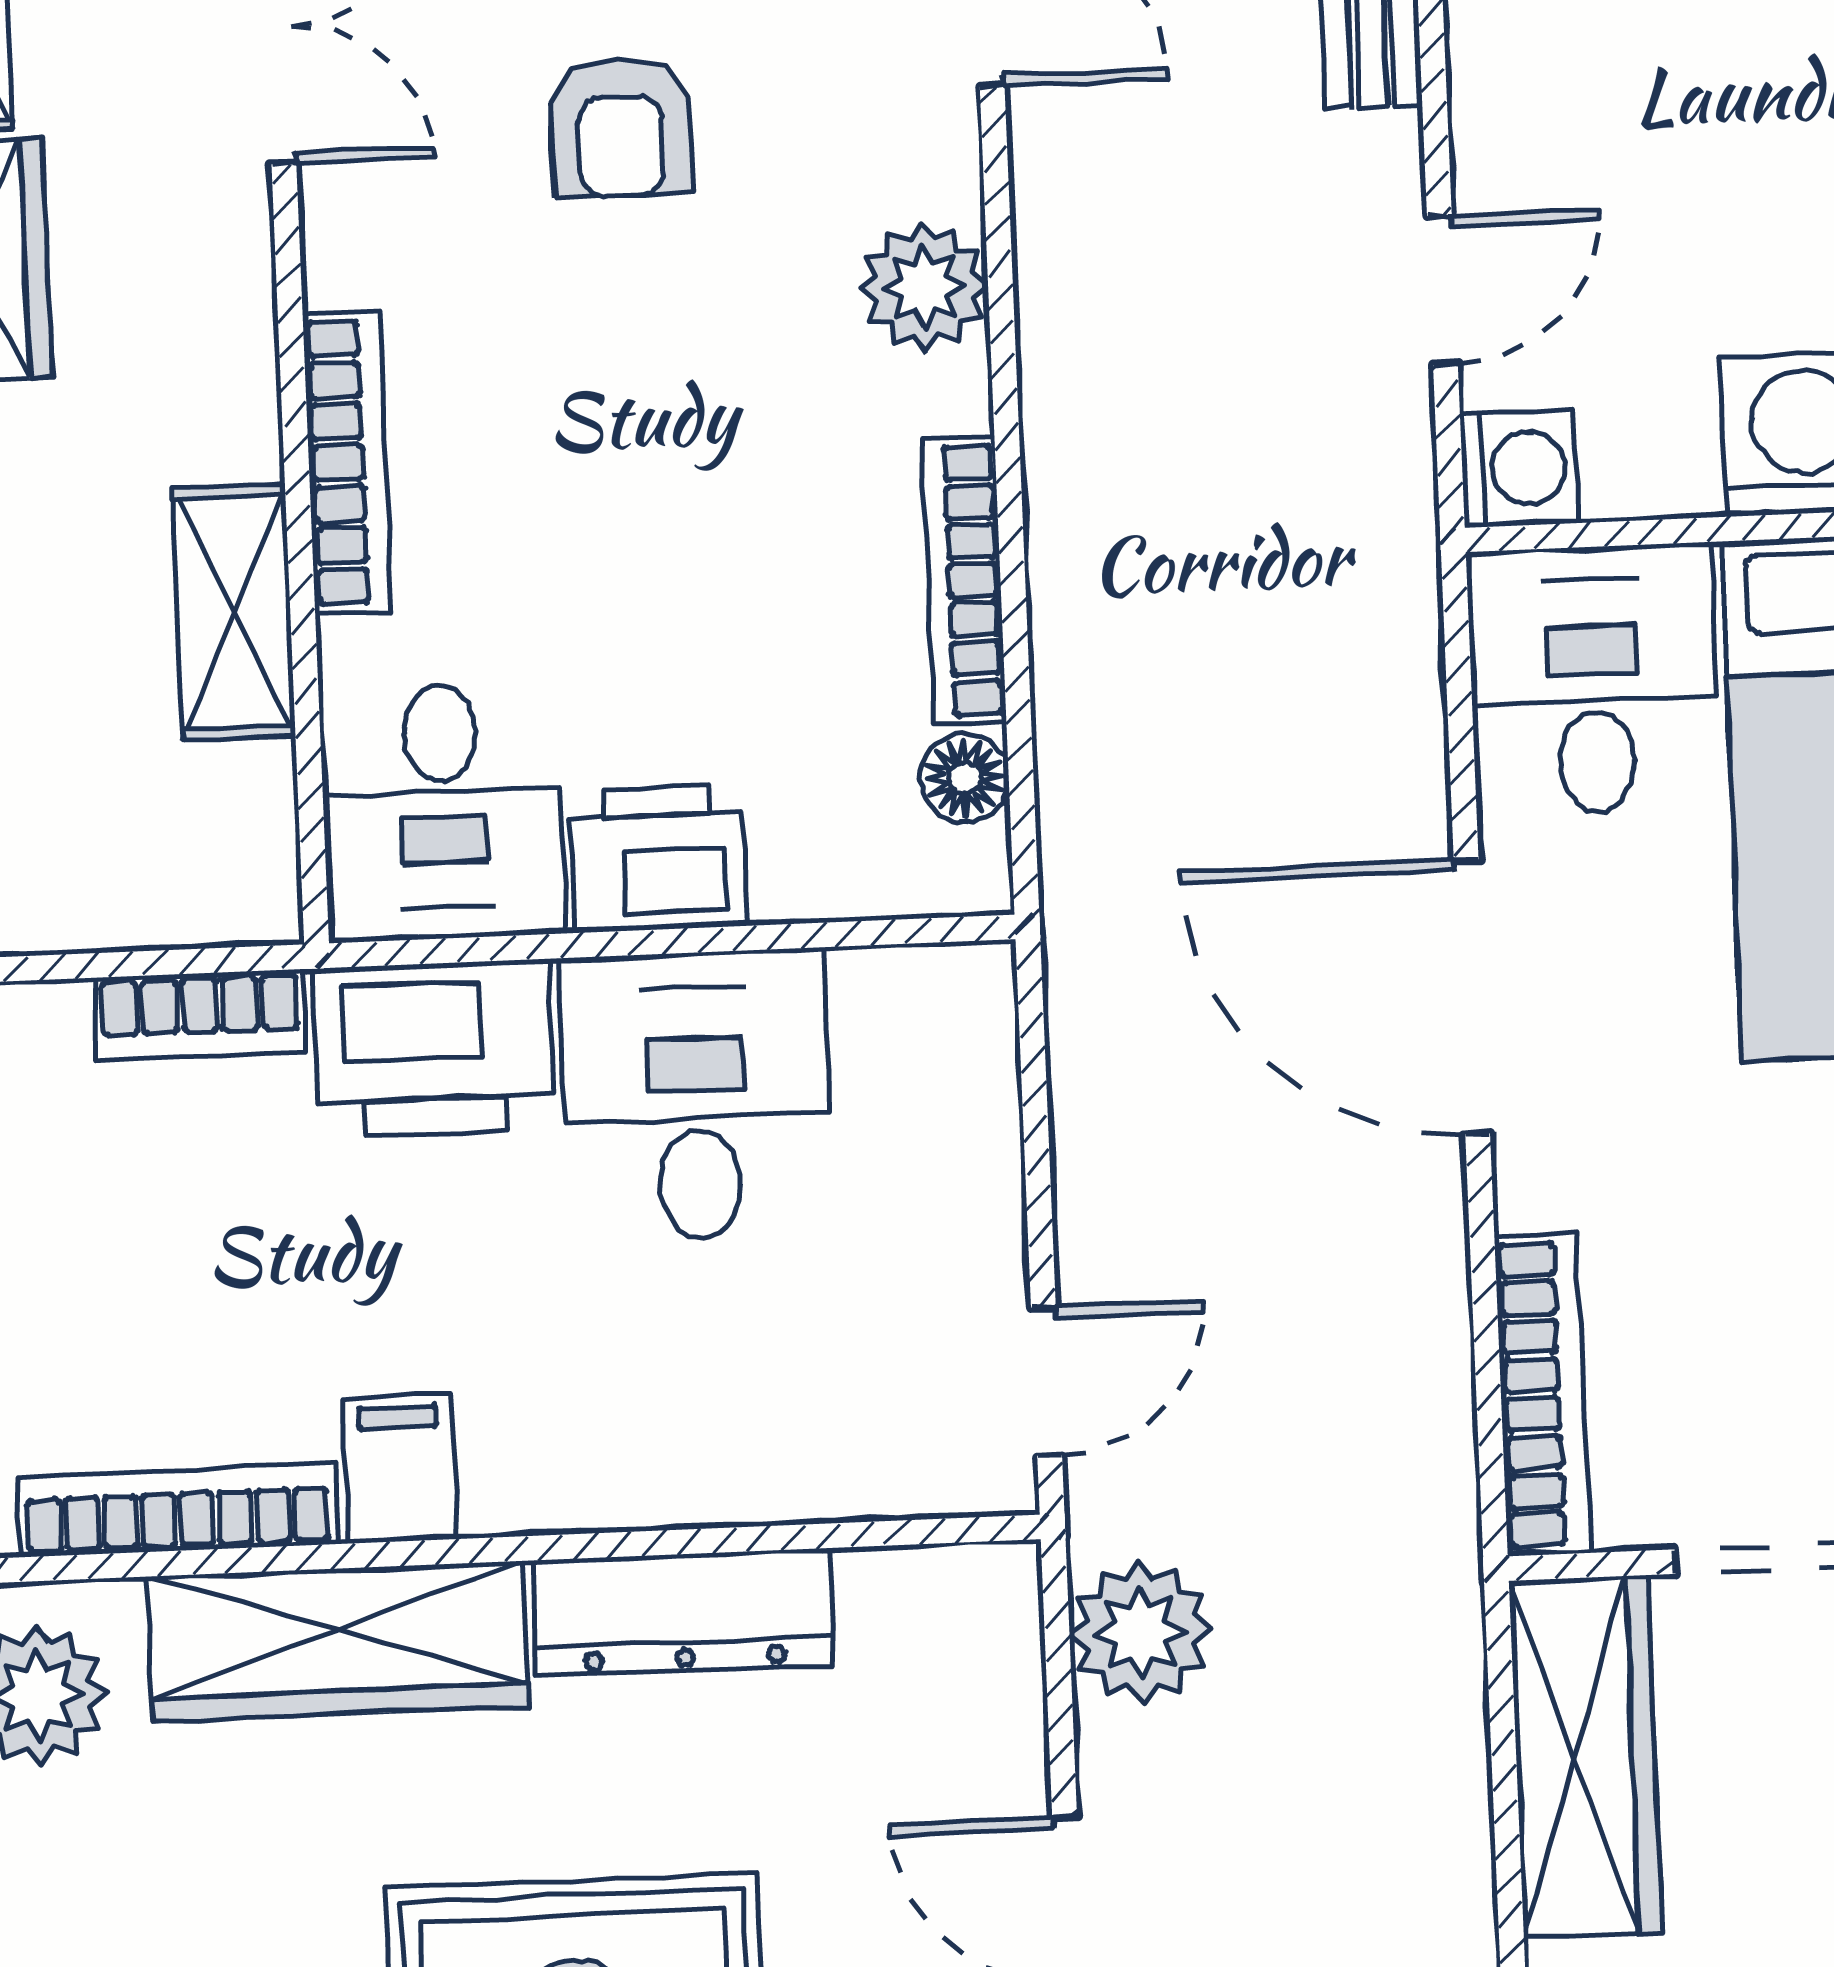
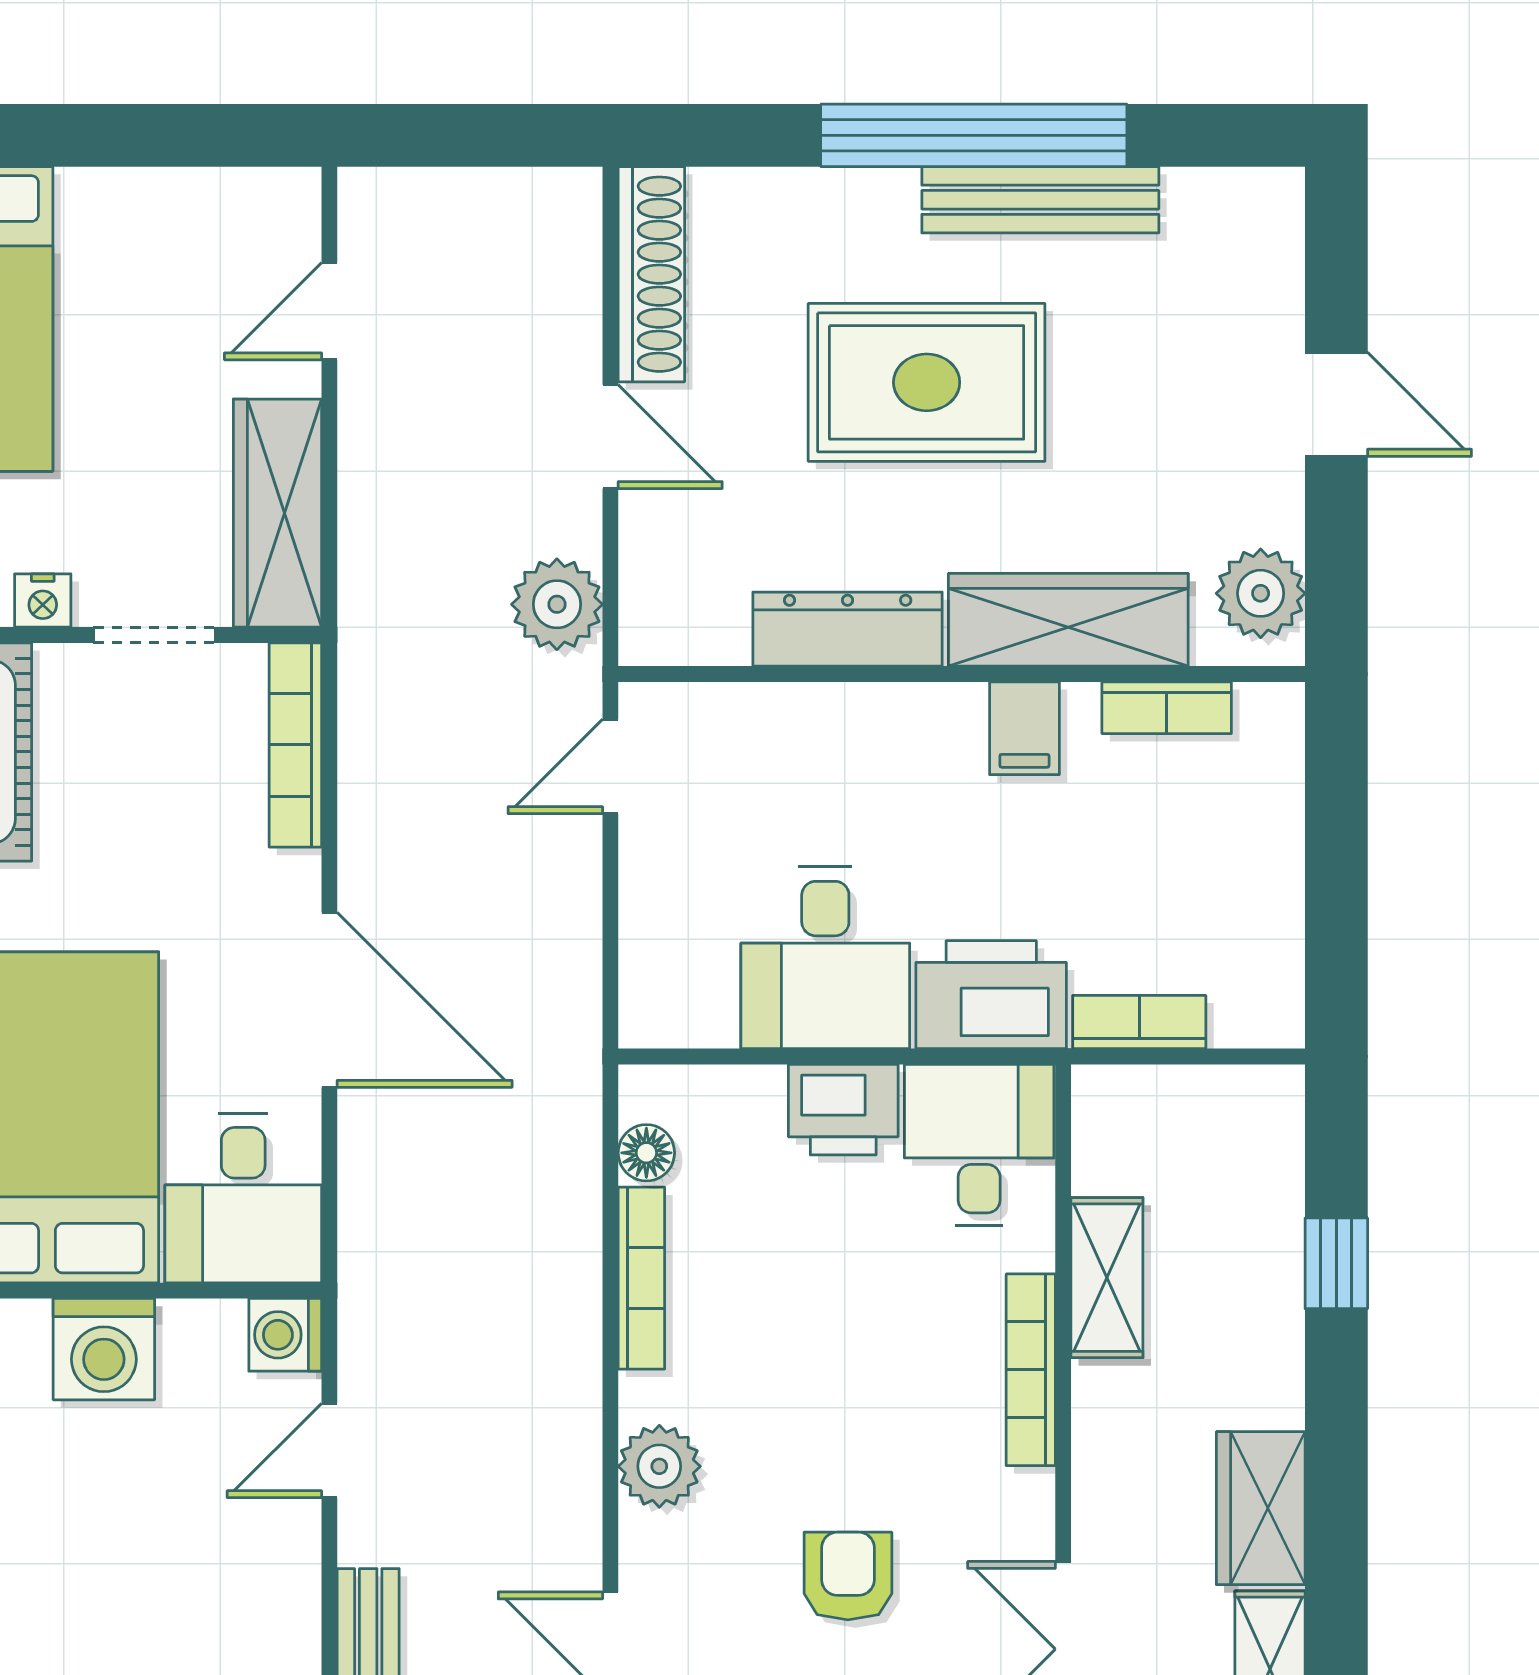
bookcase: (177, 1510) -> (1167, 708), width x0.64

